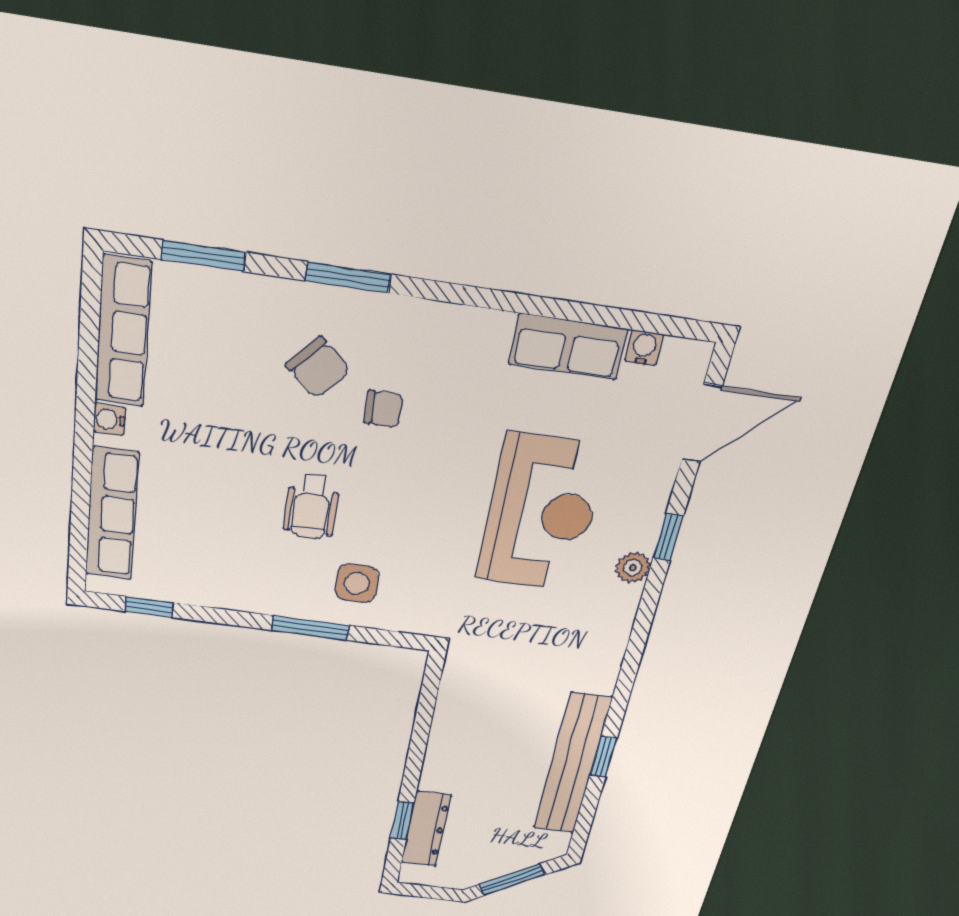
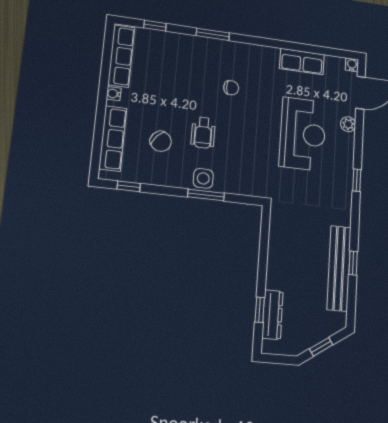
window: (203, 256) -> (155, 26), width x0.67
water cooler: (644, 348) -> (352, 65), moved
chair: (318, 368) -> (161, 141), moved
window: (668, 537) -> (357, 180), moved
plant: (633, 568) -> (348, 124), moved
side table: (357, 583) -> (203, 178), moved
window: (512, 880) -> (321, 347), width x0.67

